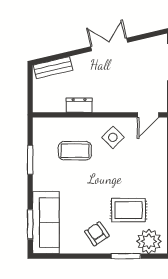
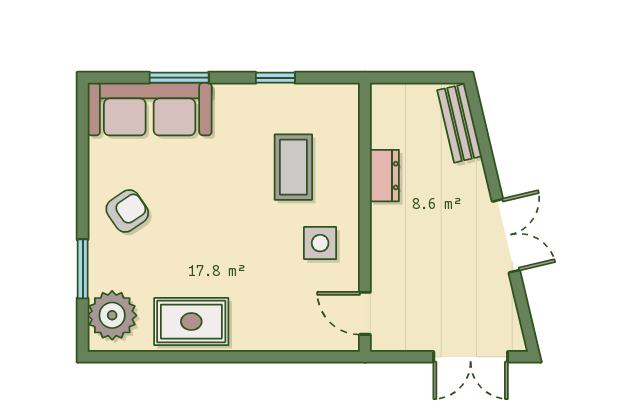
side table: (113, 137) -> (320, 243), turned 45
window: (30, 160) -> (275, 78), width x0.67
rug: (129, 210) -> (191, 322), moved, turned 90
window: (30, 224) -> (179, 78), moved

